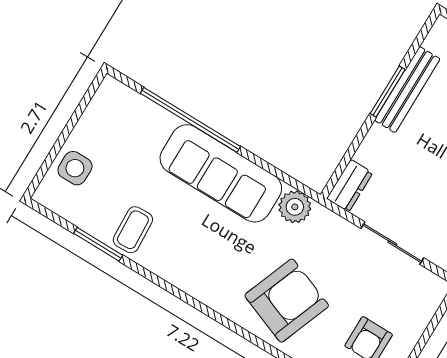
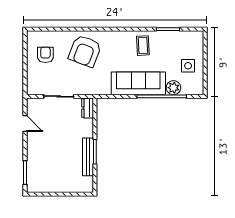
side table: (75, 168) -> (188, 66), moved
plant: (295, 207) -> (173, 88), moved
coffee table: (133, 230) -> (143, 46), moved

